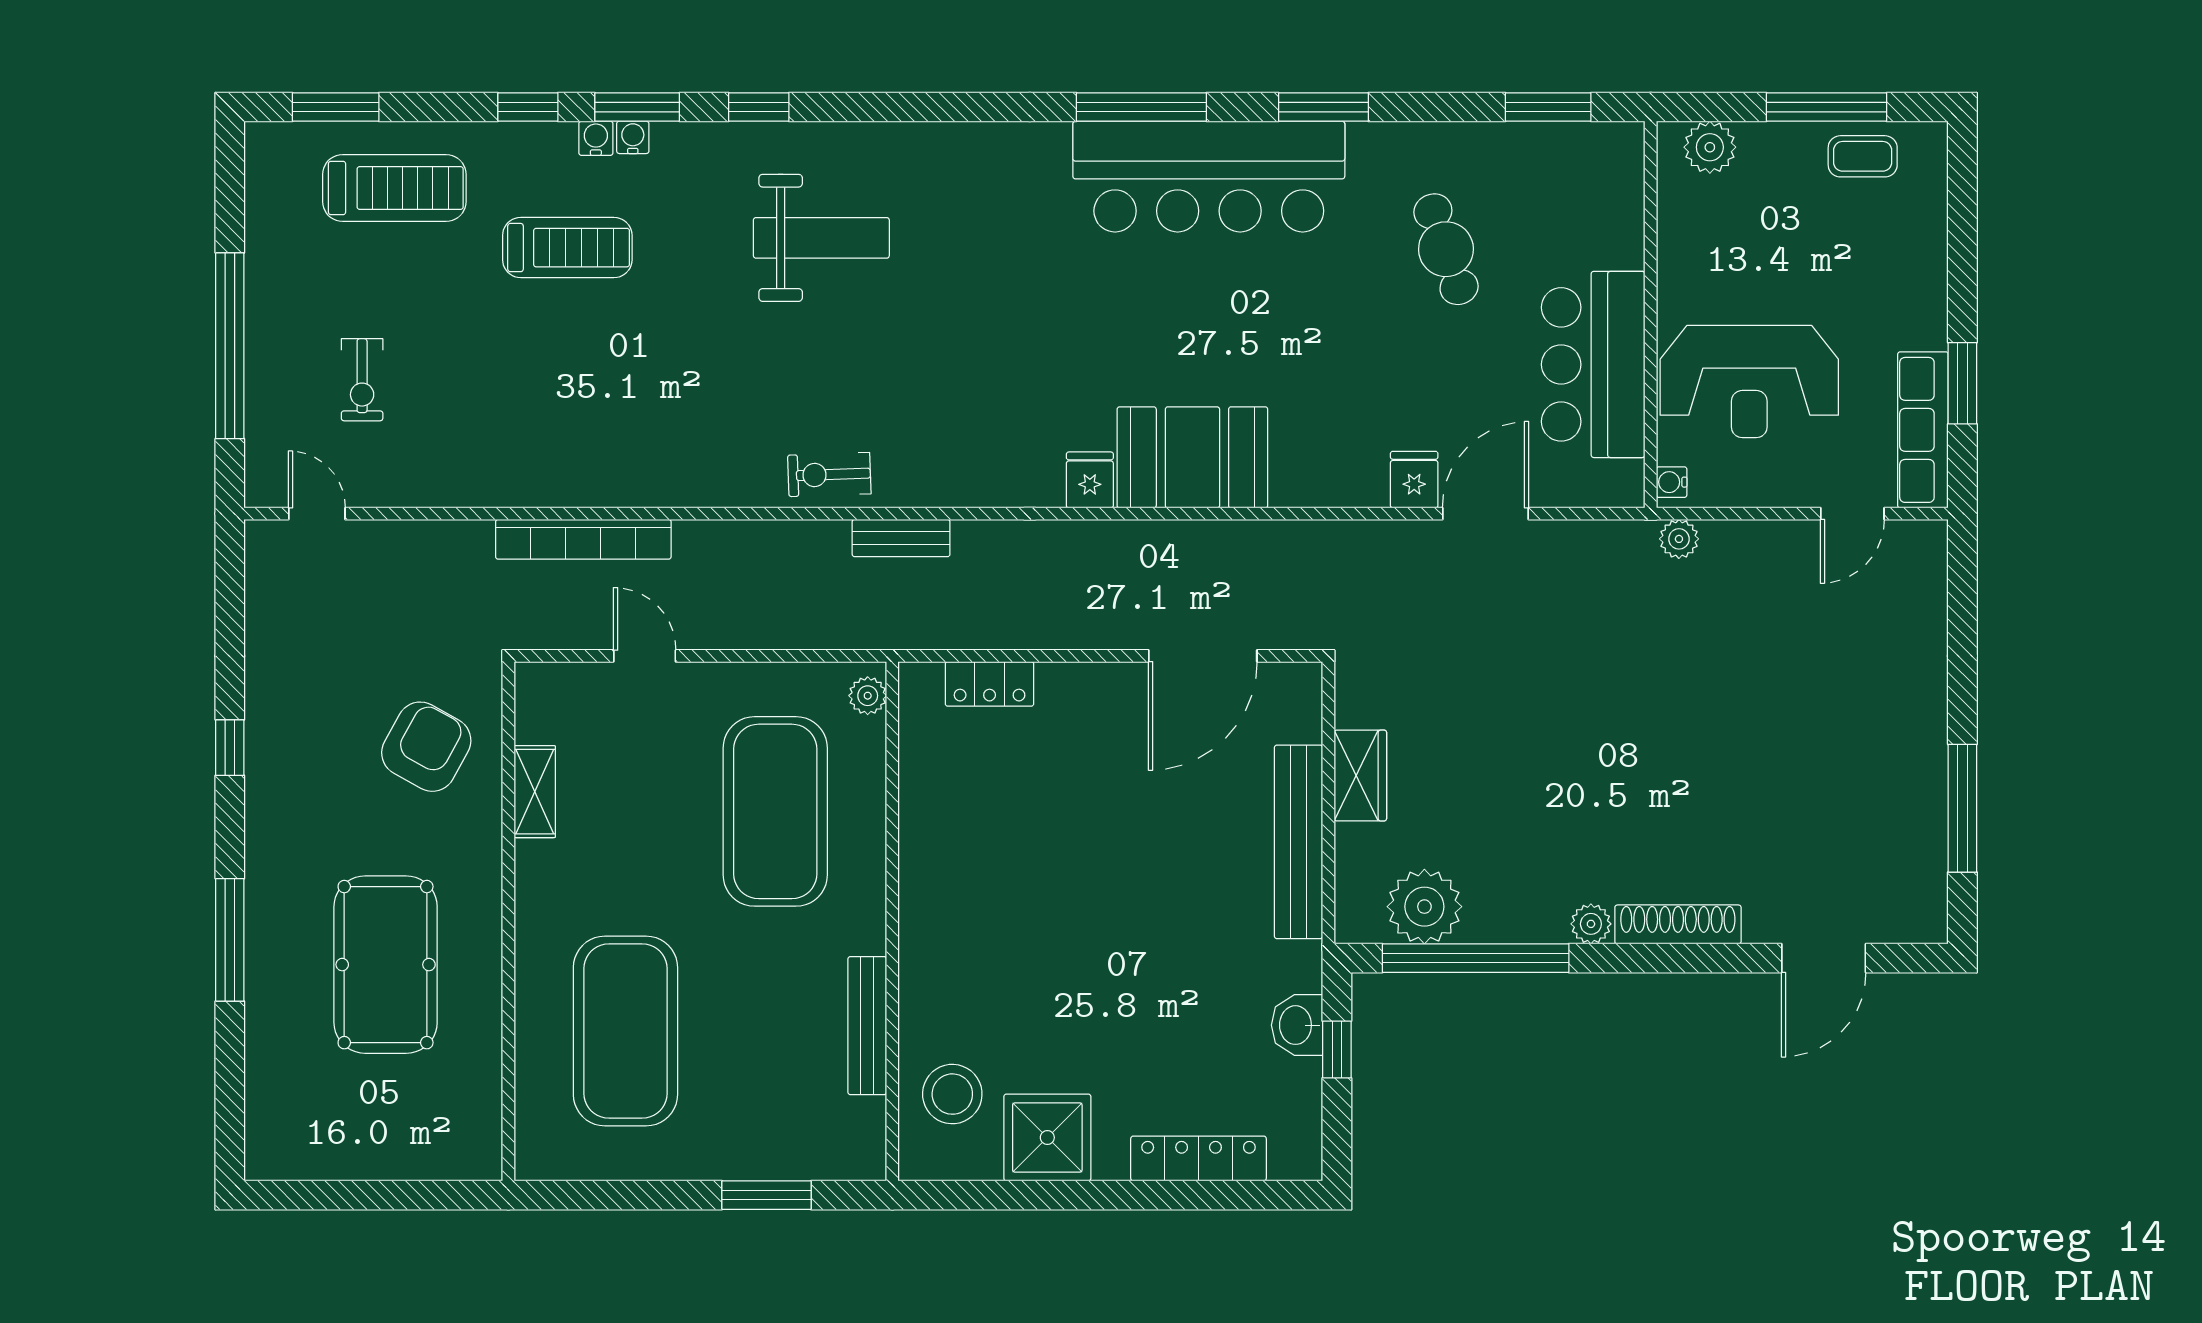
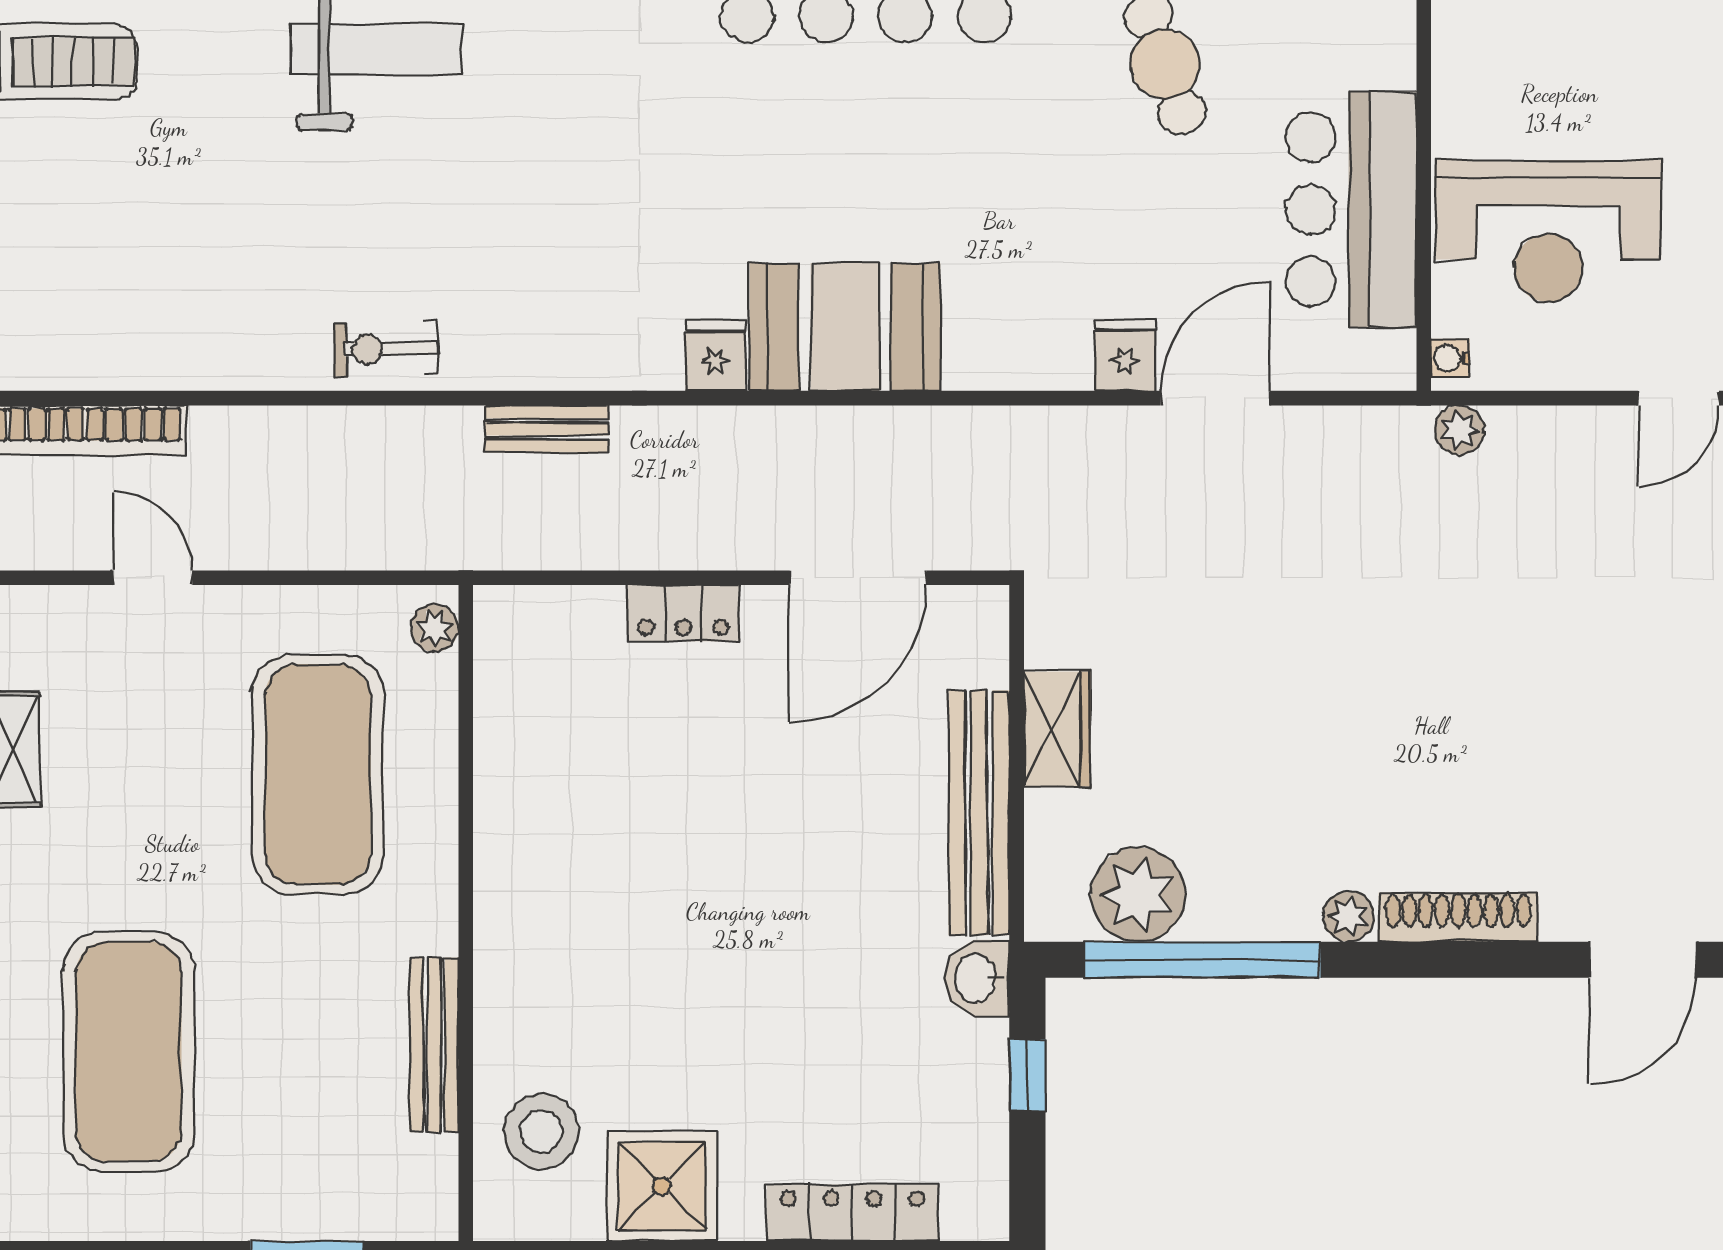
bench: (901, 538) -> (547, 429), moved
locker: (990, 684) -> (684, 613), moved
washbasin: (1297, 1025) -> (977, 978), moved

